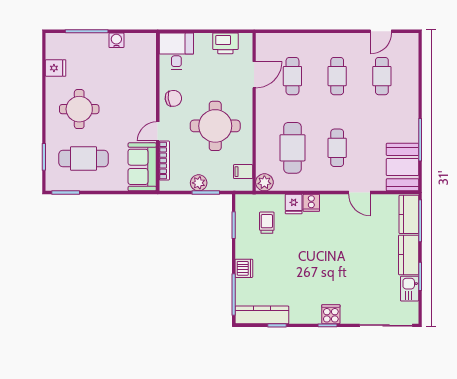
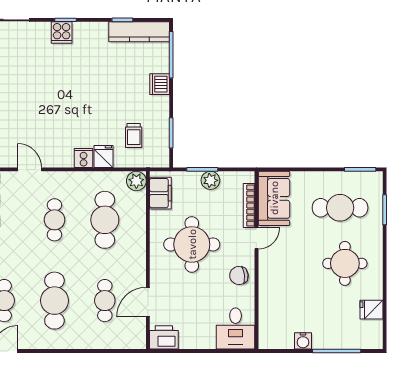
printer: (225, 43) -> (164, 337), moved
cafe table: (337, 76) -> (54, 301), width x1.37, depth x1.35
filing cabinet: (243, 172) -> (160, 193), width x2.00

